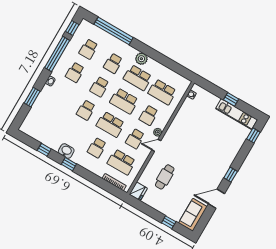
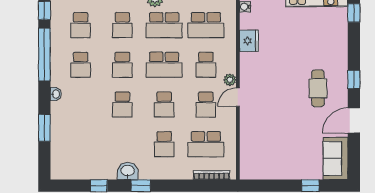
school desk: (110, 124) -> (164, 104), width x0.54
cafe table: (165, 177) -> (318, 88), moved
fridge: (138, 191) -> (249, 41), moved

